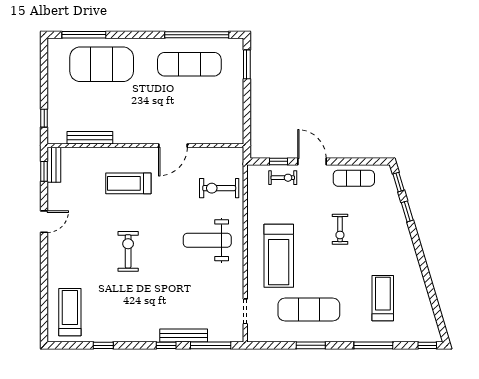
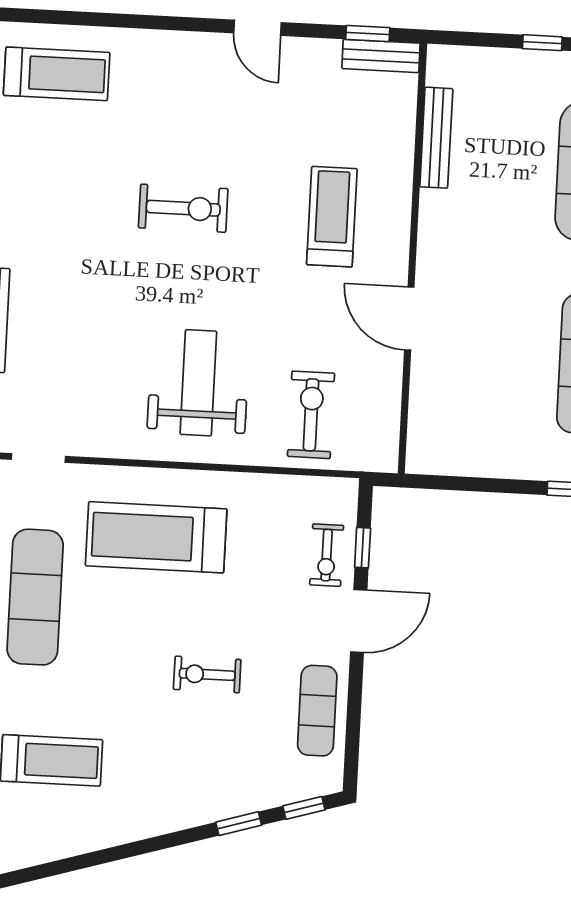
window: (44, 118) -> (542, 43), moved

